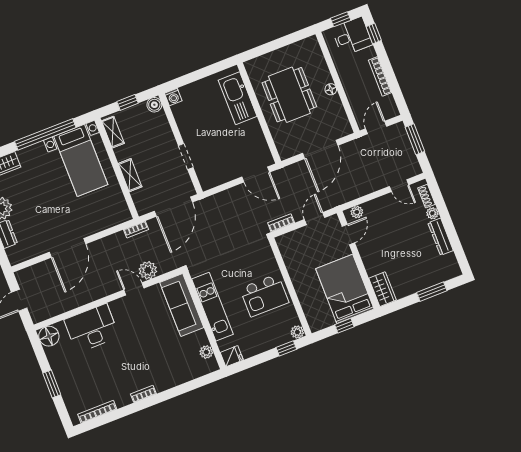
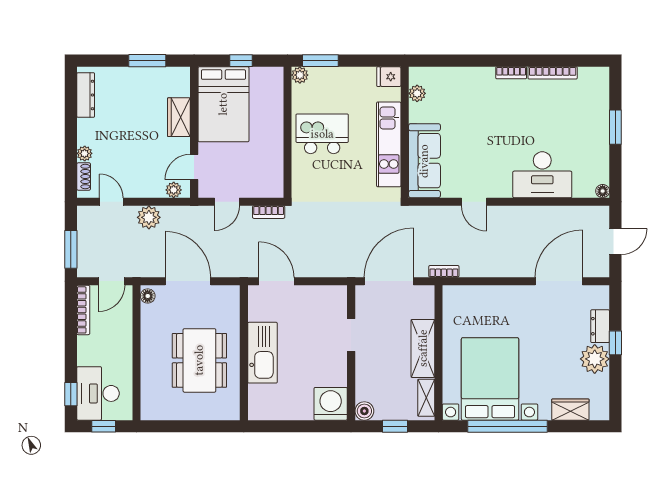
desk: (352, 36) -> (98, 393), width x1.37
bookcase: (380, 76) -> (83, 310), moved
floor lamp: (331, 89) -> (148, 296), moved
washing machine: (173, 97) -> (331, 404), width x1.89, depth x1.89
kitchen sink: (238, 98) -> (262, 353), moved
door: (320, 149) -> (188, 281), hinge flipped
bed with nightstands: (81, 160) -> (490, 379), width x1.36
shelving: (130, 175) -> (423, 348), width x1.50, depth x1.33
dresser: (441, 237) -> (86, 95), moved
door: (68, 248) -> (559, 281), moved
plant: (148, 270) -> (149, 217), moved
wardrobe: (383, 289) -> (179, 117), moved
window: (432, 292) -> (147, 61), moved
floor lamp: (49, 336) -> (603, 191), width x0.53, depth x0.53
window: (286, 348) -> (320, 61), width x1.50
bookcase: (97, 412) -> (553, 73), moved

